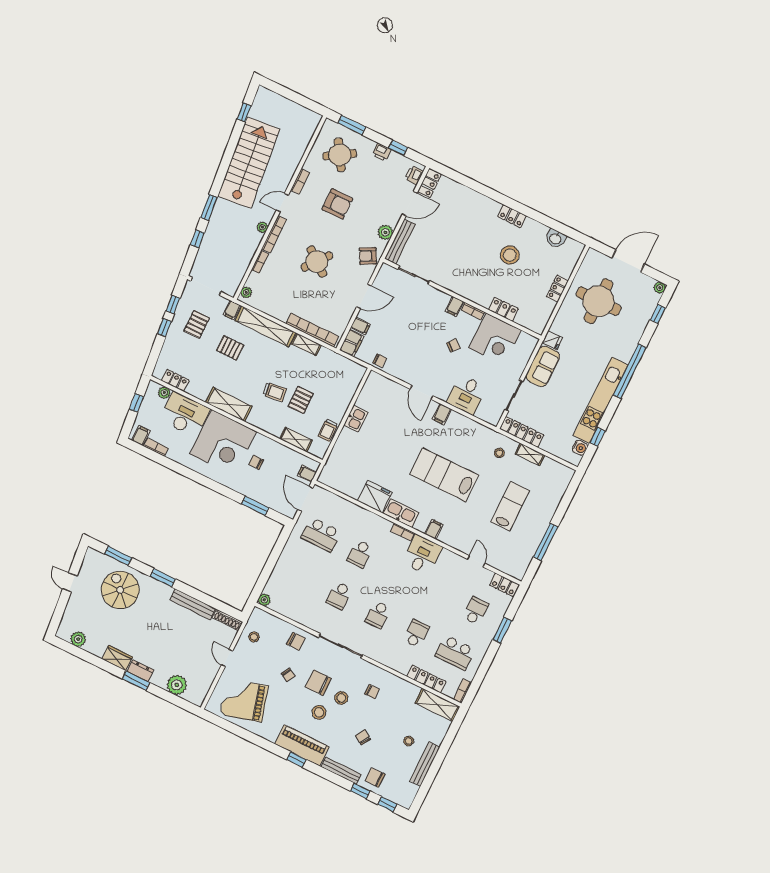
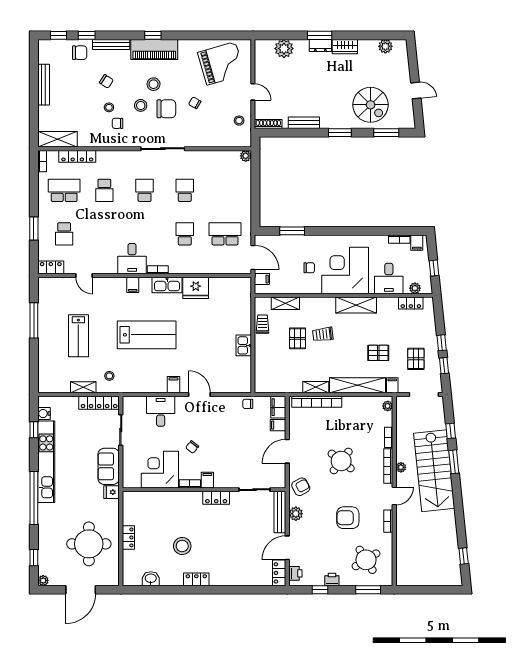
stairs: (249, 163) -> (434, 471), moved
locker: (503, 309) -> (216, 498), moved
desk: (185, 414) -> (389, 278), width x0.73
bench: (193, 604) -> (304, 123), width x0.73
chair: (296, 641) -> (202, 134), removed
stool: (409, 741) -> (109, 107), moved

